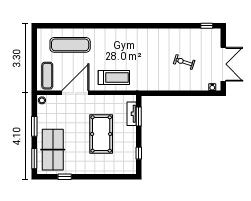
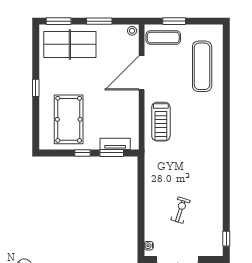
window: (34, 67) -> (174, 21), added
door: (75, 93) -> (142, 73), swing flipped
pool table: (101, 134) -> (69, 119), moved, turned 90
window: (139, 153) -> (82, 153), moved
window: (65, 177) -> (36, 88), moved

